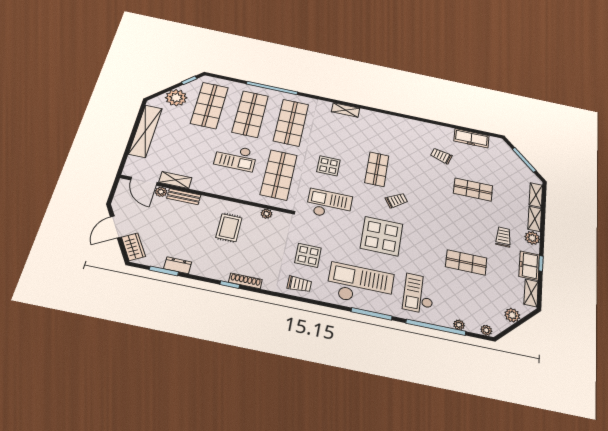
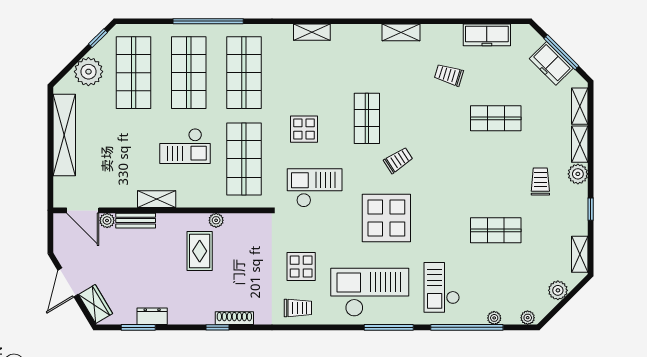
shelving: (410, 124) -> (401, 32), added
shelving: (175, 180) -> (157, 199), moved
plant: (266, 214) -> (216, 220), moved
freezer: (529, 266) -> (551, 63), moved, turned -45

